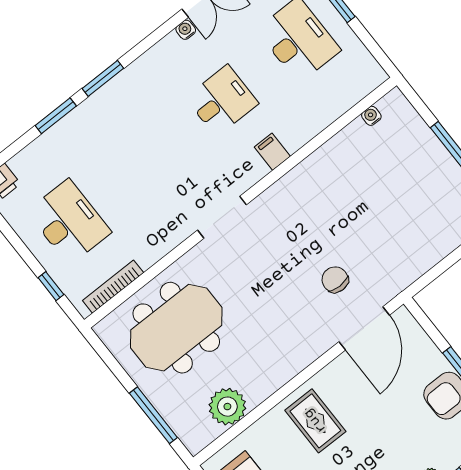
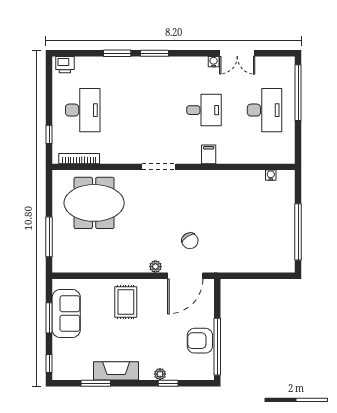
chair: (335, 280) -> (190, 241), turned 146
plant: (227, 407) -> (155, 267), moved, width x0.53, depth x0.53

